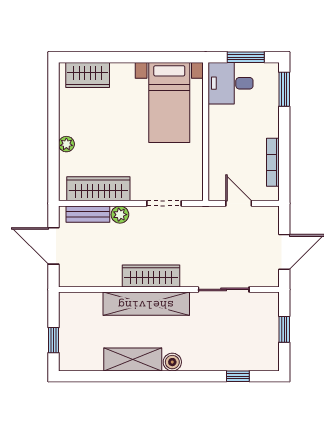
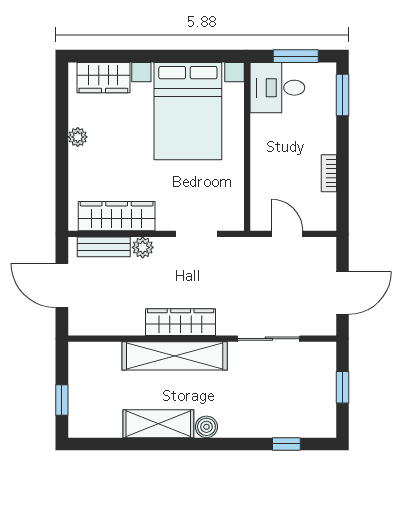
bed with nightstands: (169, 103) -> (188, 111), width x1.36
plant: (66, 144) -> (78, 137), moved
bookcase: (273, 162) -> (329, 173), width x0.64

